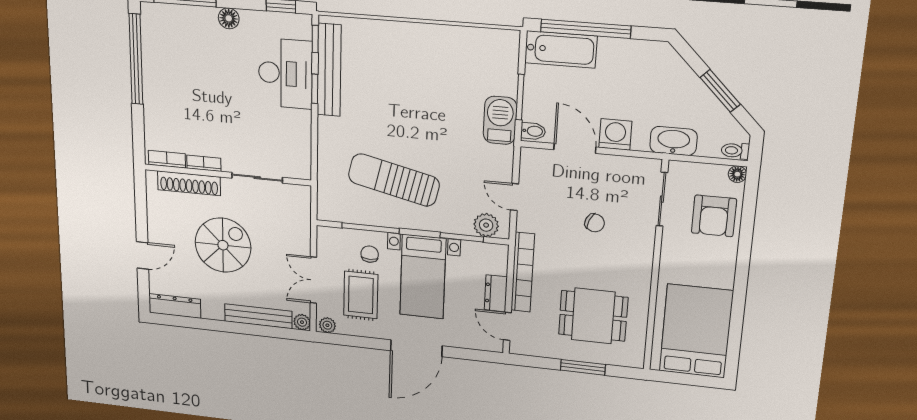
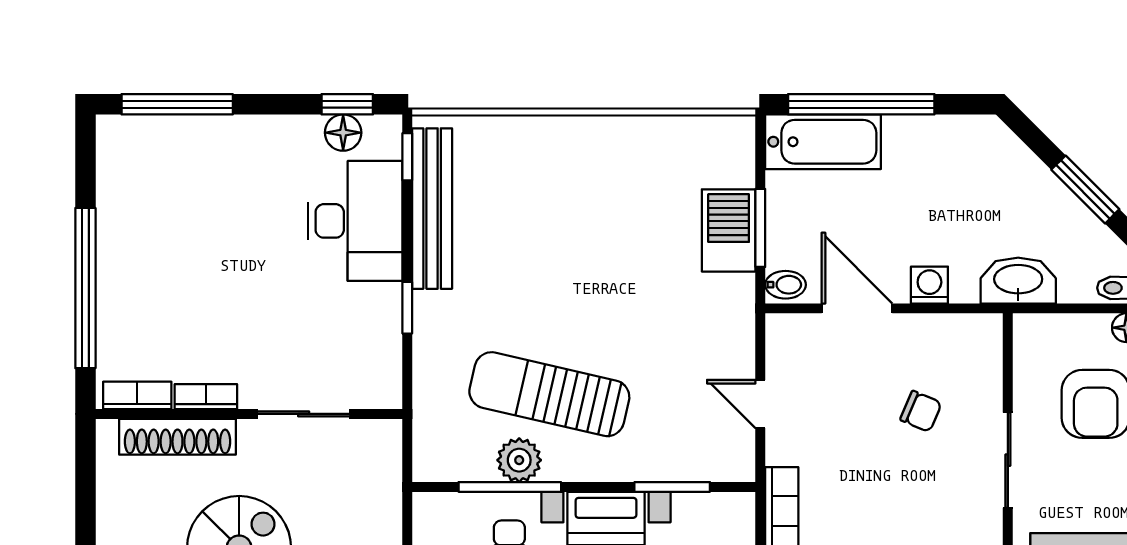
floor lamp: (229, 18) -> (343, 133), moved
window: (136, 59) -> (85, 288), moved
window: (315, 89) -> (407, 308), moved
barbecue: (500, 120) -> (729, 230), moved
washing machine: (615, 134) -> (929, 285), width x0.73, depth x0.73
sliding door: (662, 199) -> (1008, 460), moved
chair: (595, 223) -> (921, 411), moved
plant: (486, 225) -> (519, 460), moved

